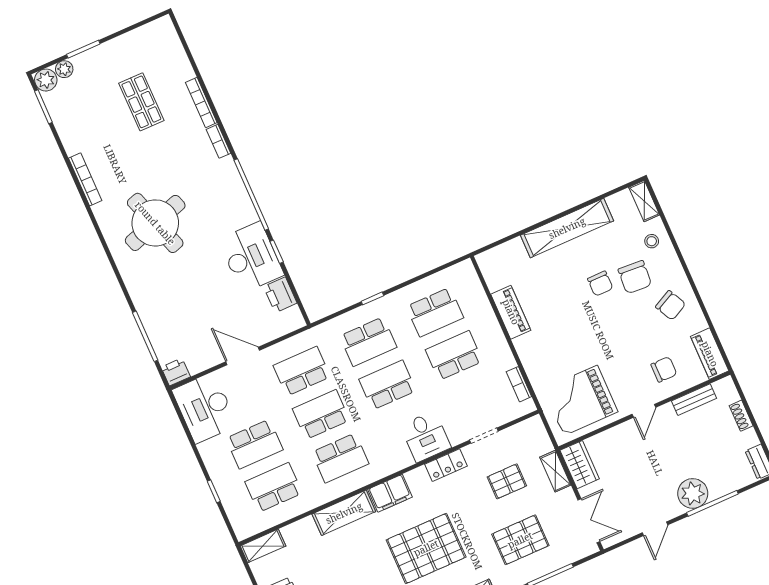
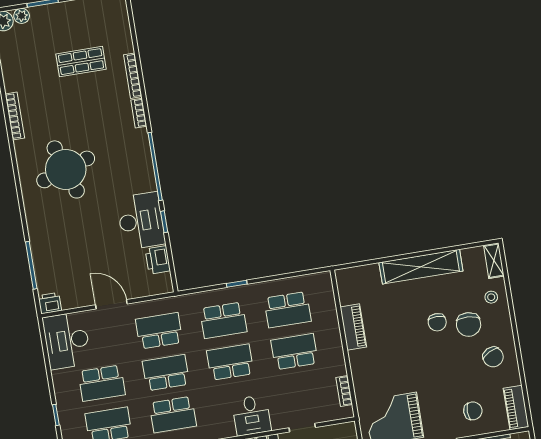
shop shelf: (141, 102) -> (81, 62), turned 90

